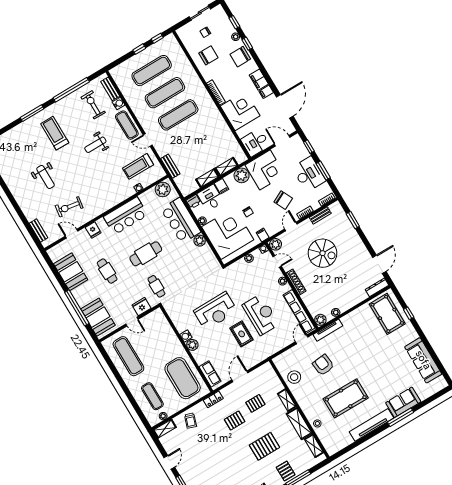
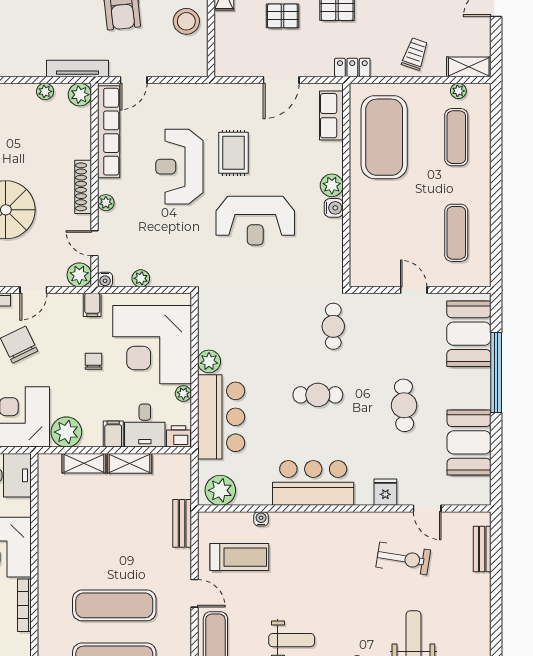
cafe table: (146, 254) -> (318, 395), width x0.73, depth x0.74
fridge: (142, 307) -> (381, 306), removed
reception desk: (216, 311) -> (255, 221), turned 180
exercise mat: (128, 356) -> (456, 233), width x0.73, depth x0.69

